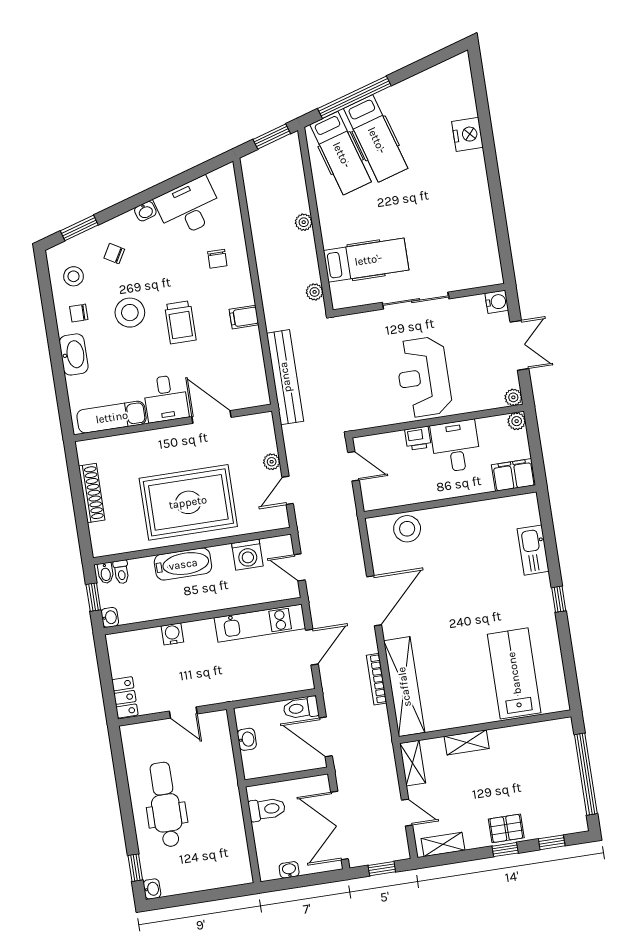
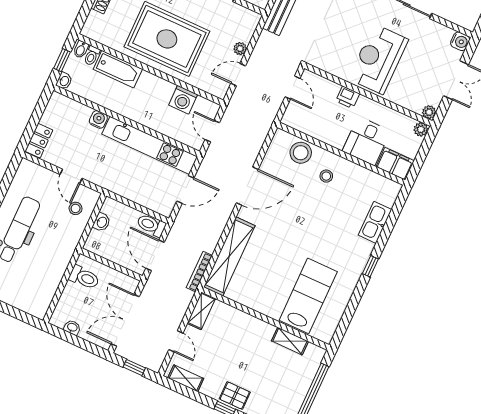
desk: (456, 446) -> (366, 141), moved, turned 180
stool: (450, 535) -> (326, 176), added
bathtub: (183, 564) -> (118, 69), moved
kitchen unit: (260, 623) -> (150, 145), width x1.36
bookcase: (377, 679) -> (199, 272), moved
shelving: (467, 742) -> (290, 341), moved
stool: (210, 743) -> (76, 208), added

